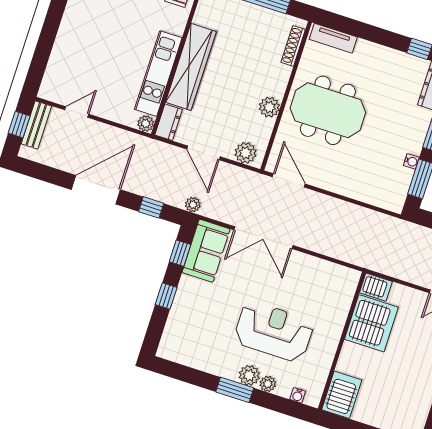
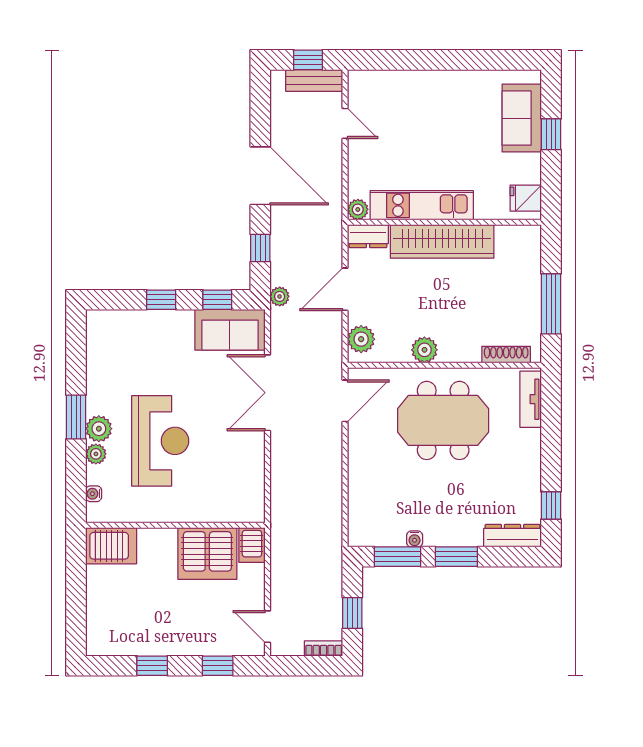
meeting table: (328, 110) -> (443, 420), turned 90

